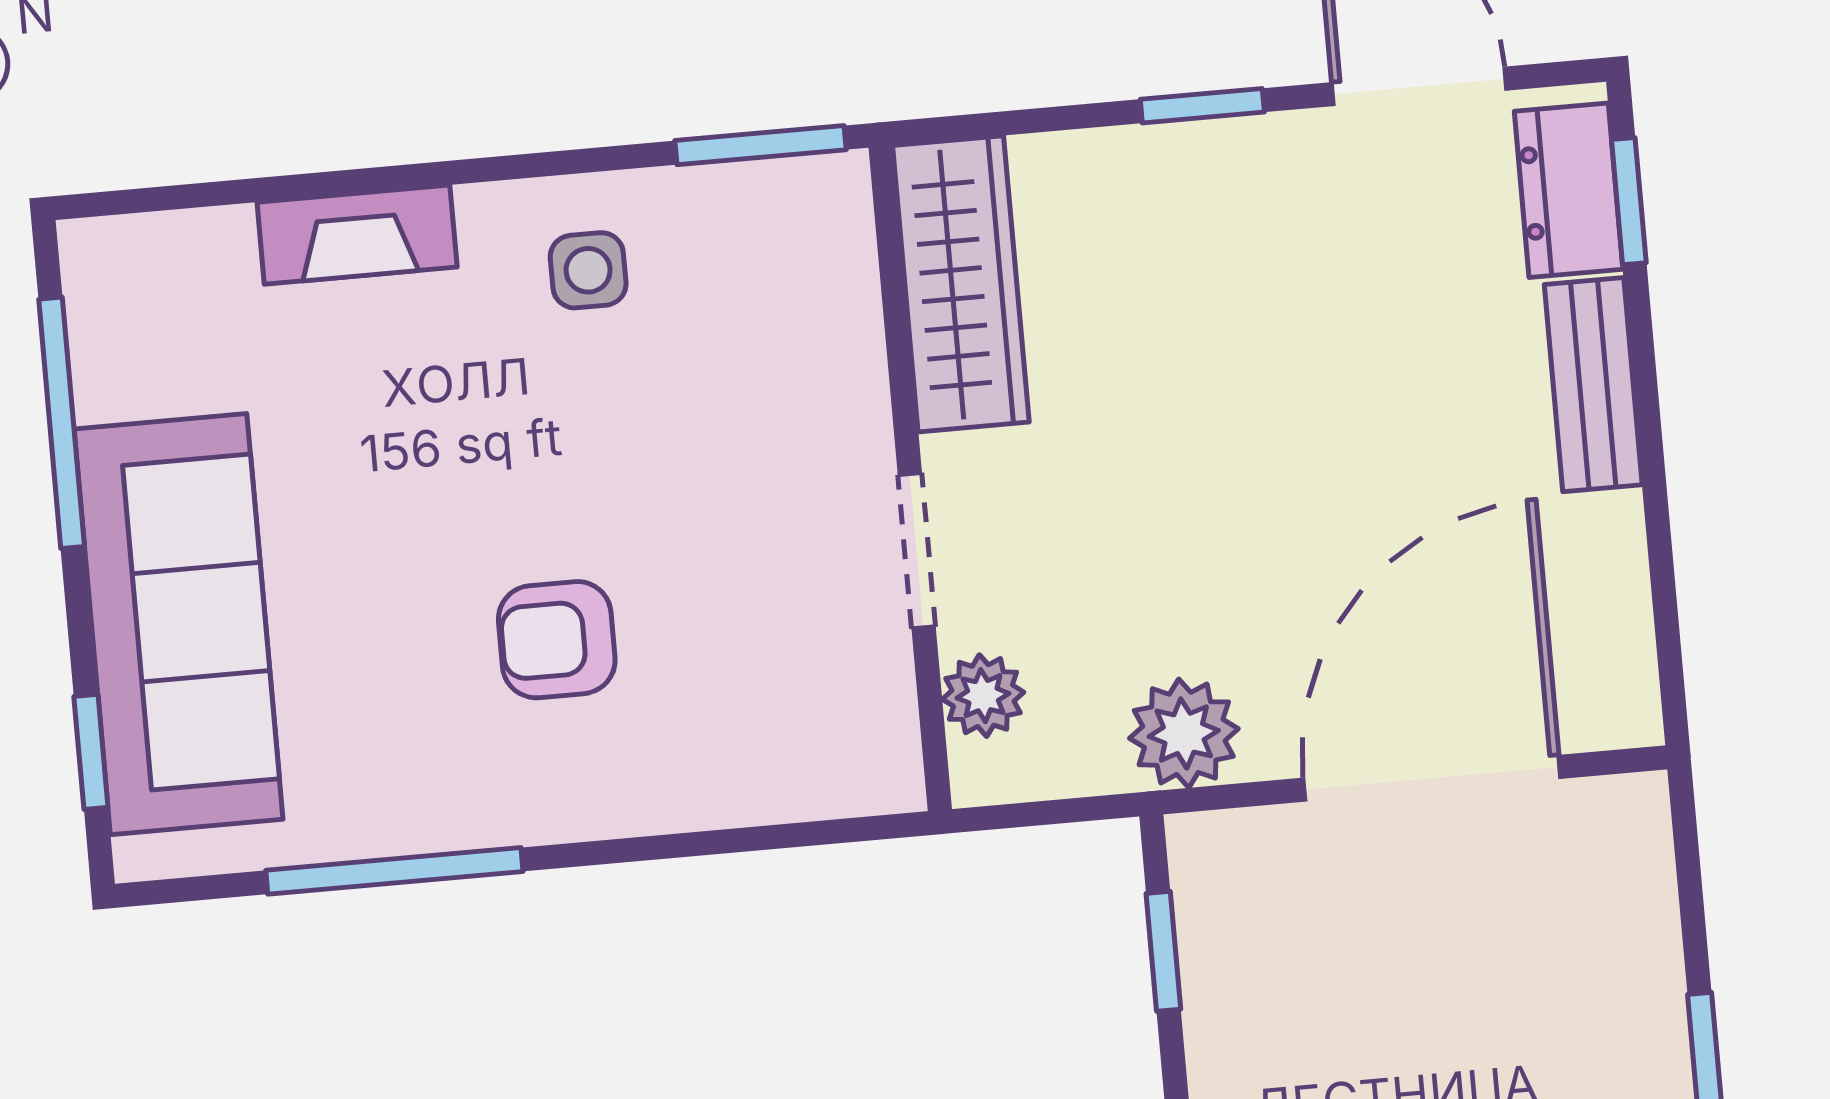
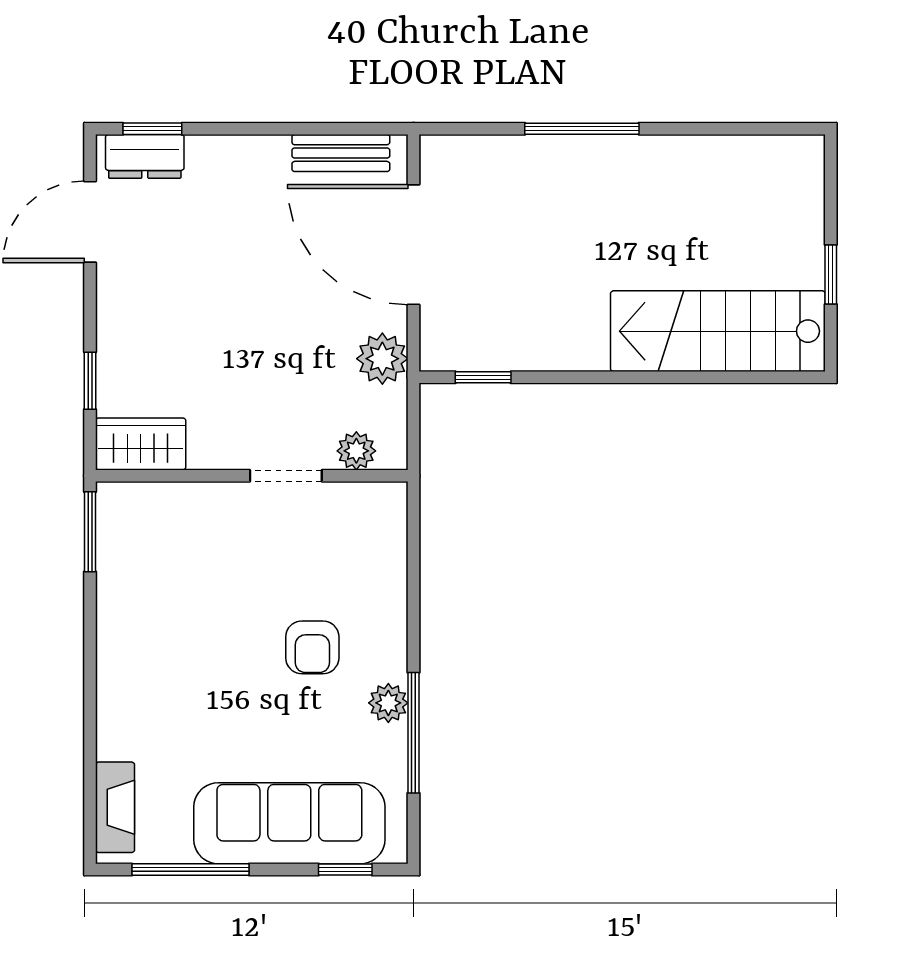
window: (1202, 106) -> (90, 381), moved
fireplace: (357, 235) -> (115, 807), moved
side table: (588, 270) -> (141, 617), removed
wardrobe: (961, 284) -> (141, 444), width x0.67
bench: (1593, 385) -> (341, 153), moved
plant: (453, 812) -> (388, 703), added

